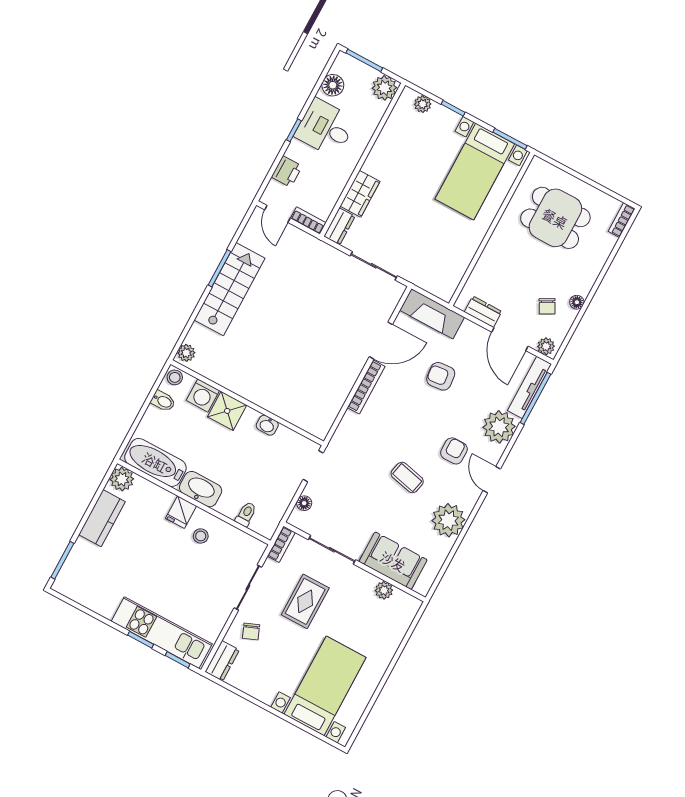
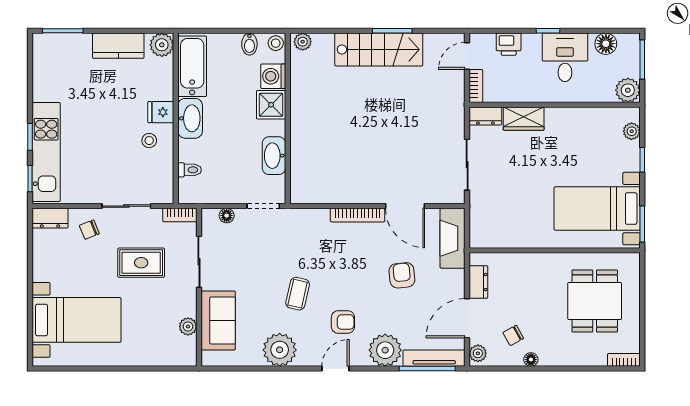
washbasin: (267, 425) -> (274, 156), width x1.91, depth x1.45

